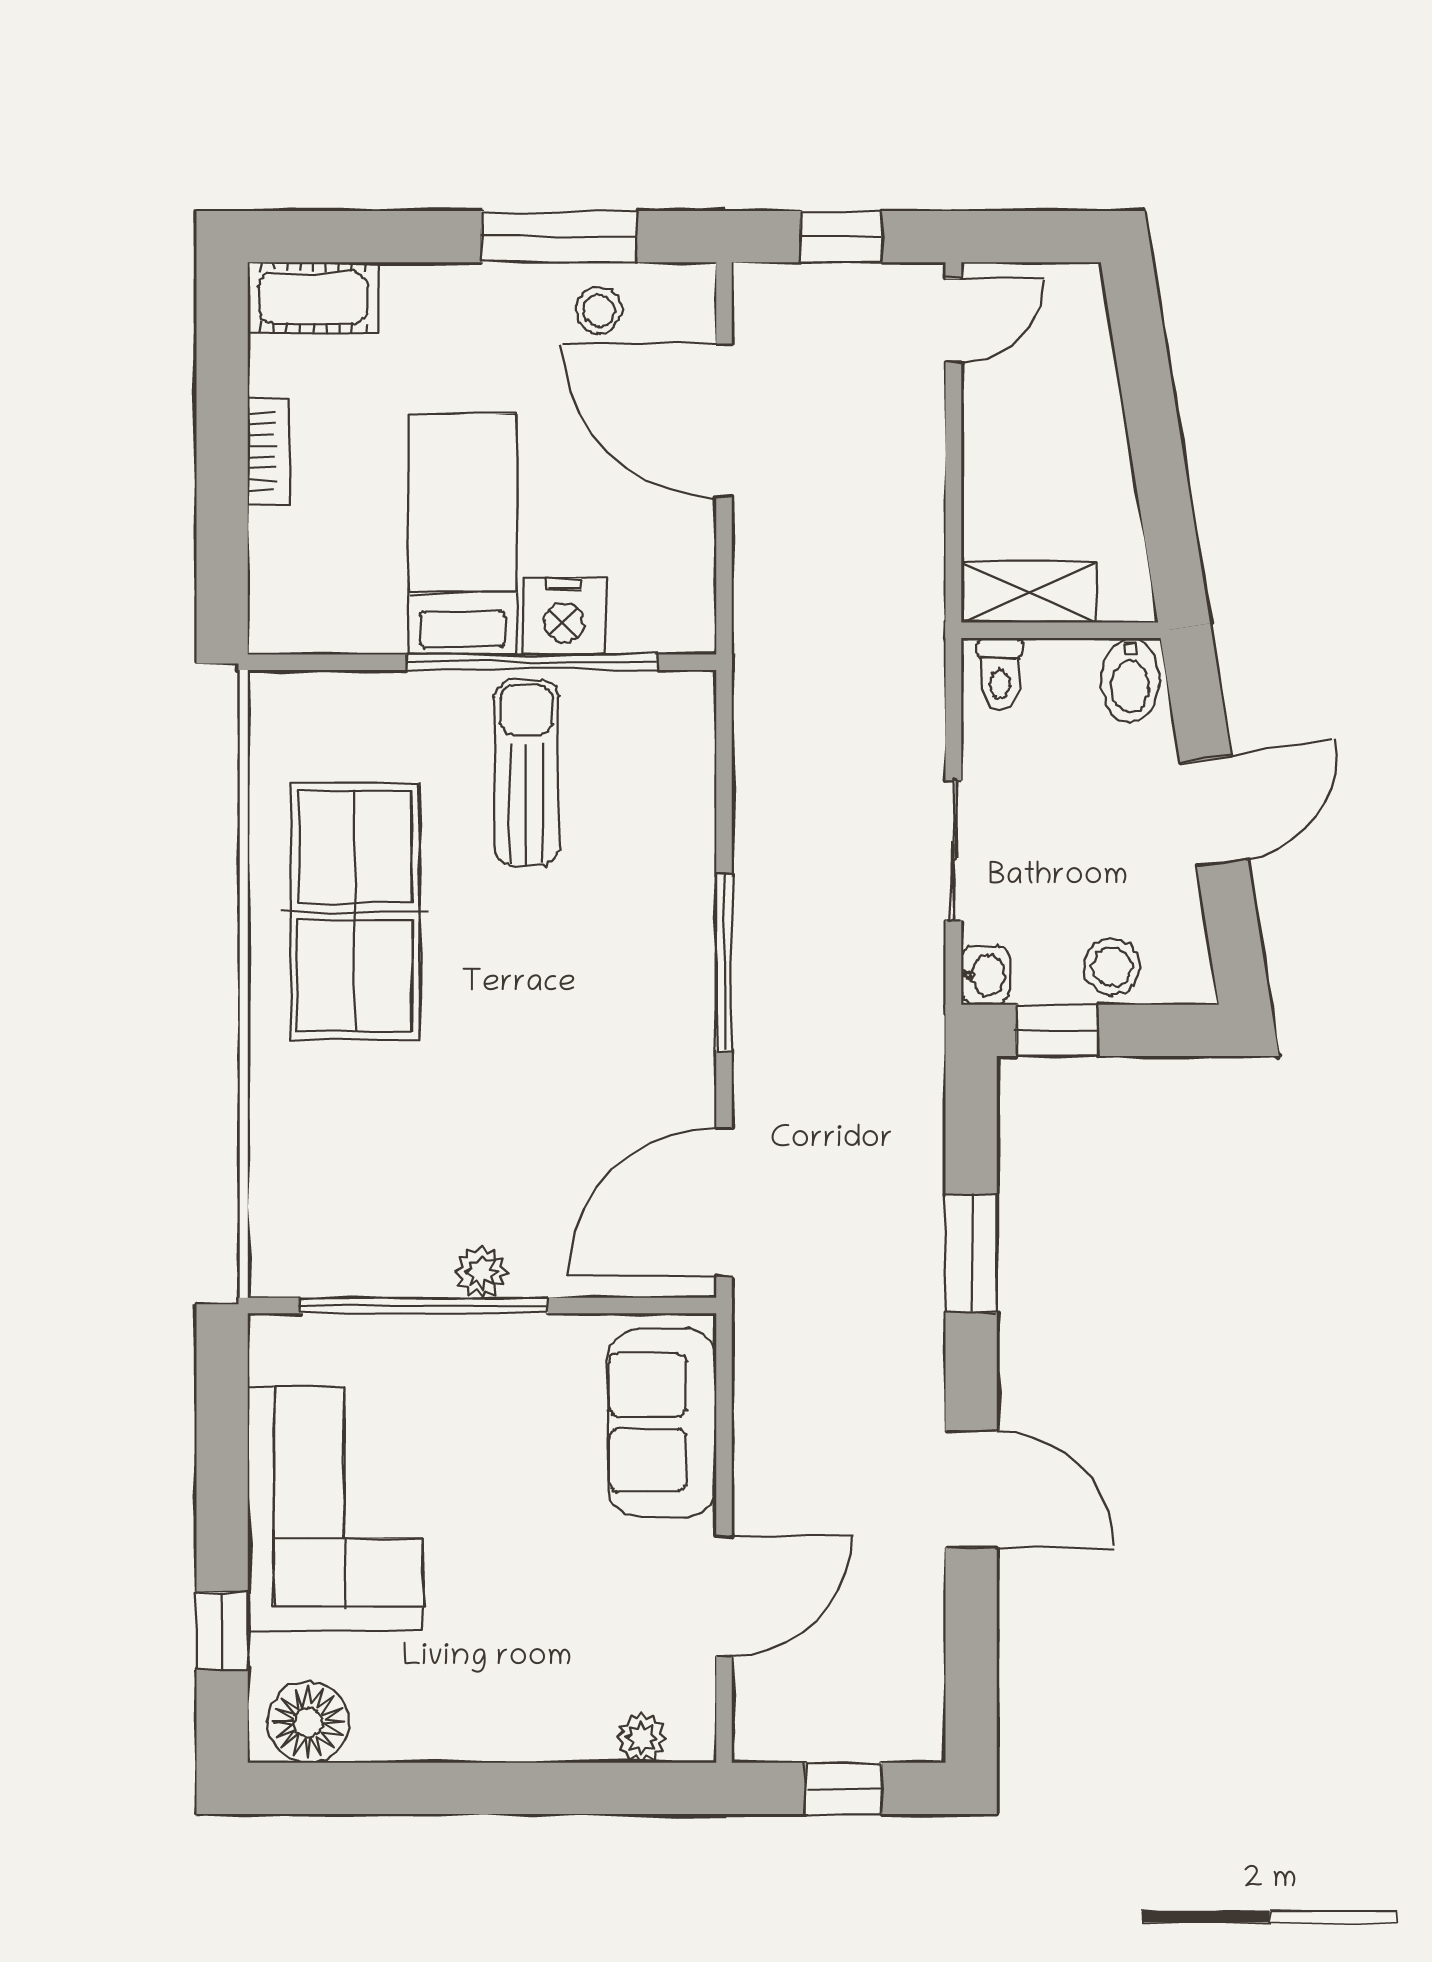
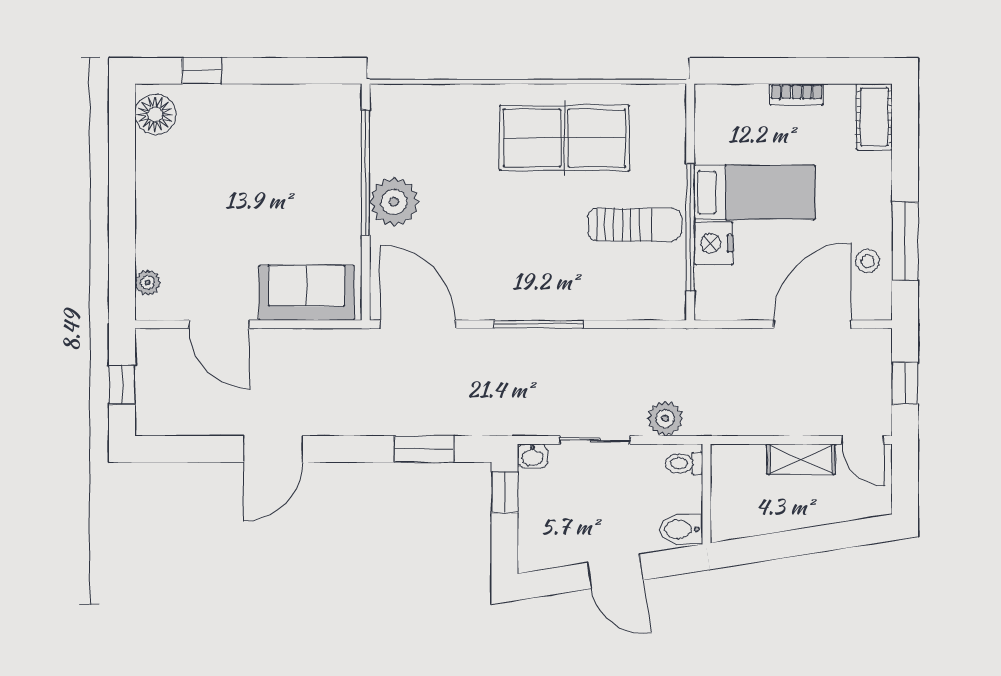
shelving: (1028, 592) -> (801, 459), moved, turned 90
plant: (911, 712) -> (665, 419), added
stool: (1112, 967) -> (537, 520), removed
window: (971, 1253) -> (424, 449), moved
plant: (482, 1272) -> (394, 202), width x1.88, depth x1.88
corner sofa: (335, 1509) -> (263, 128), removed

